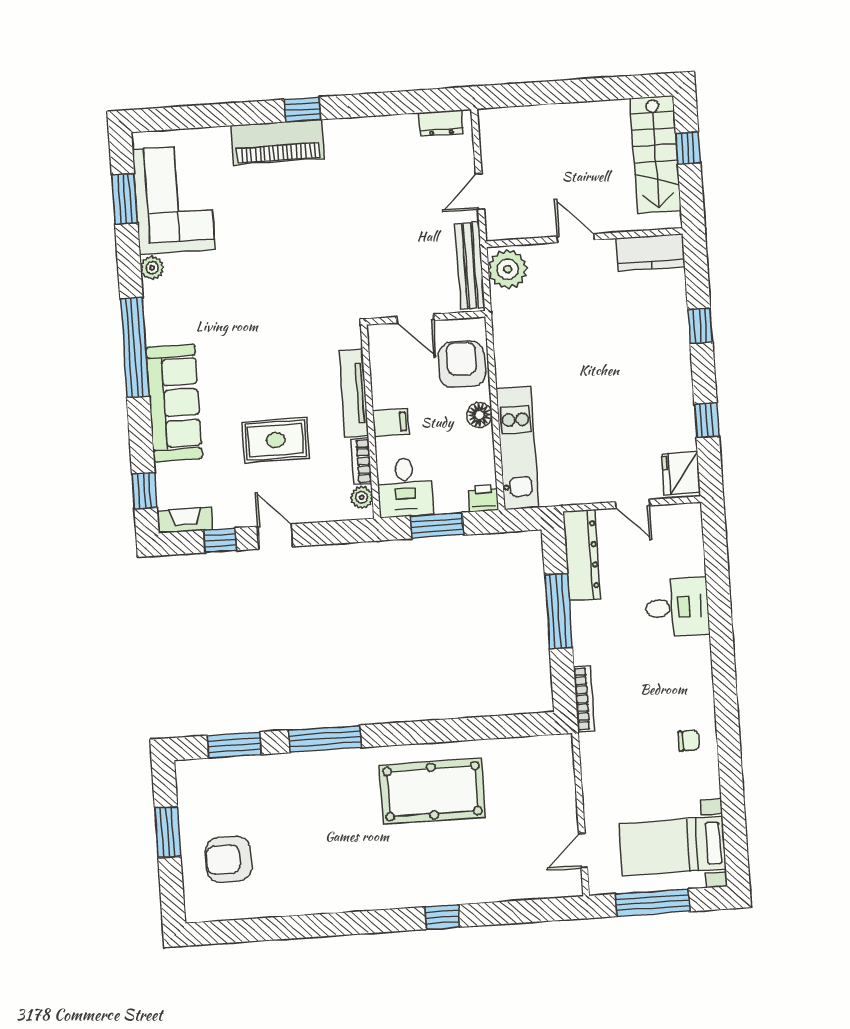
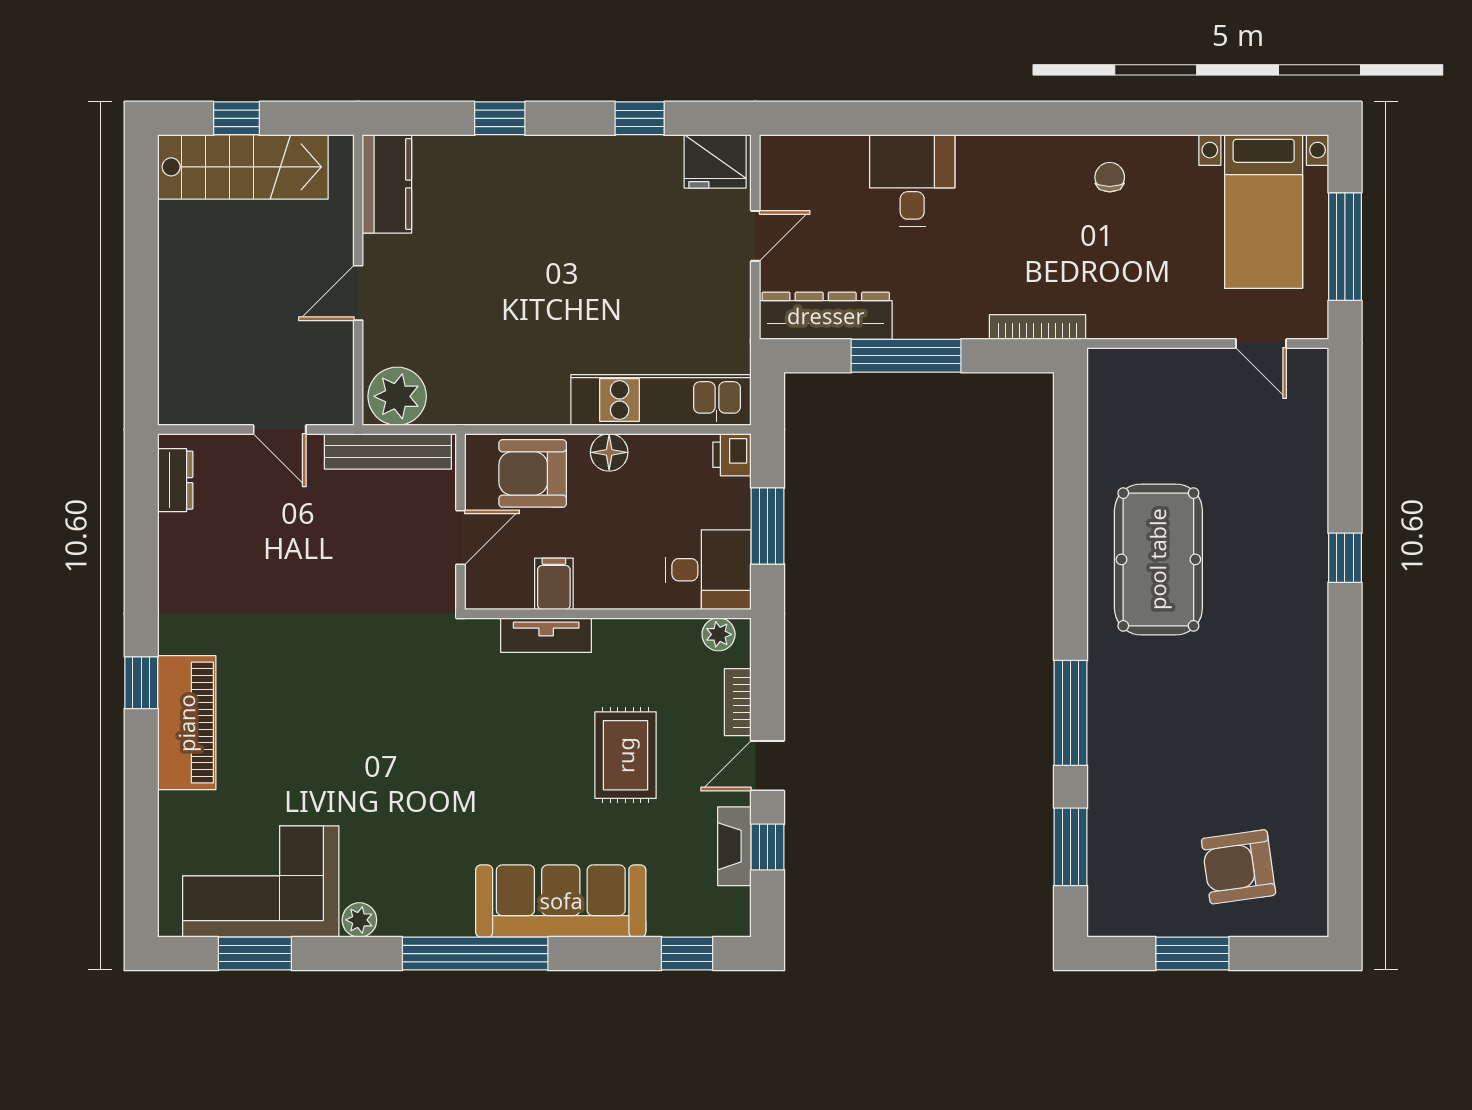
tv unit: (354, 393) -> (546, 635), width x0.71
filing cabinet: (391, 422) -> (554, 584), moved
bookcase: (361, 461) -> (738, 702), moved, turned 90
fireplace: (185, 520) -> (734, 846), moved
armchair: (229, 859) -> (1239, 867), turned 82

